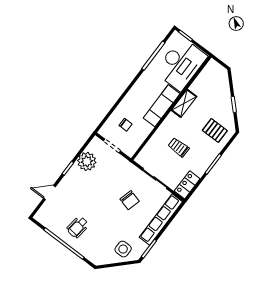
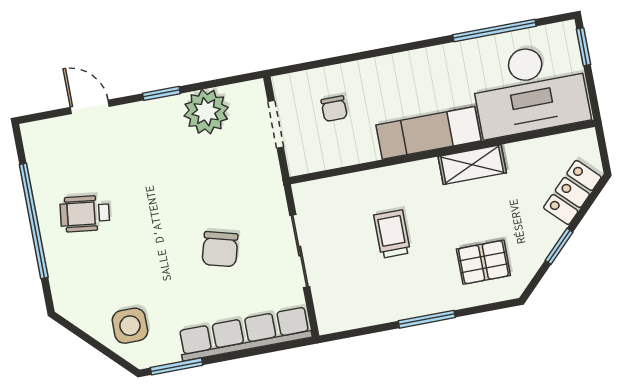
pallet: (215, 130) -> (483, 262), turned 90
locker: (187, 185) -> (572, 192), moved, turned -45

